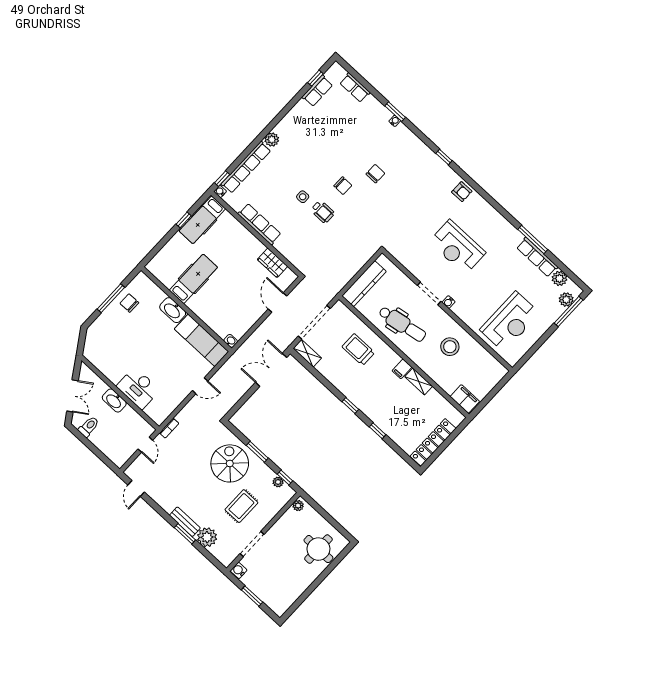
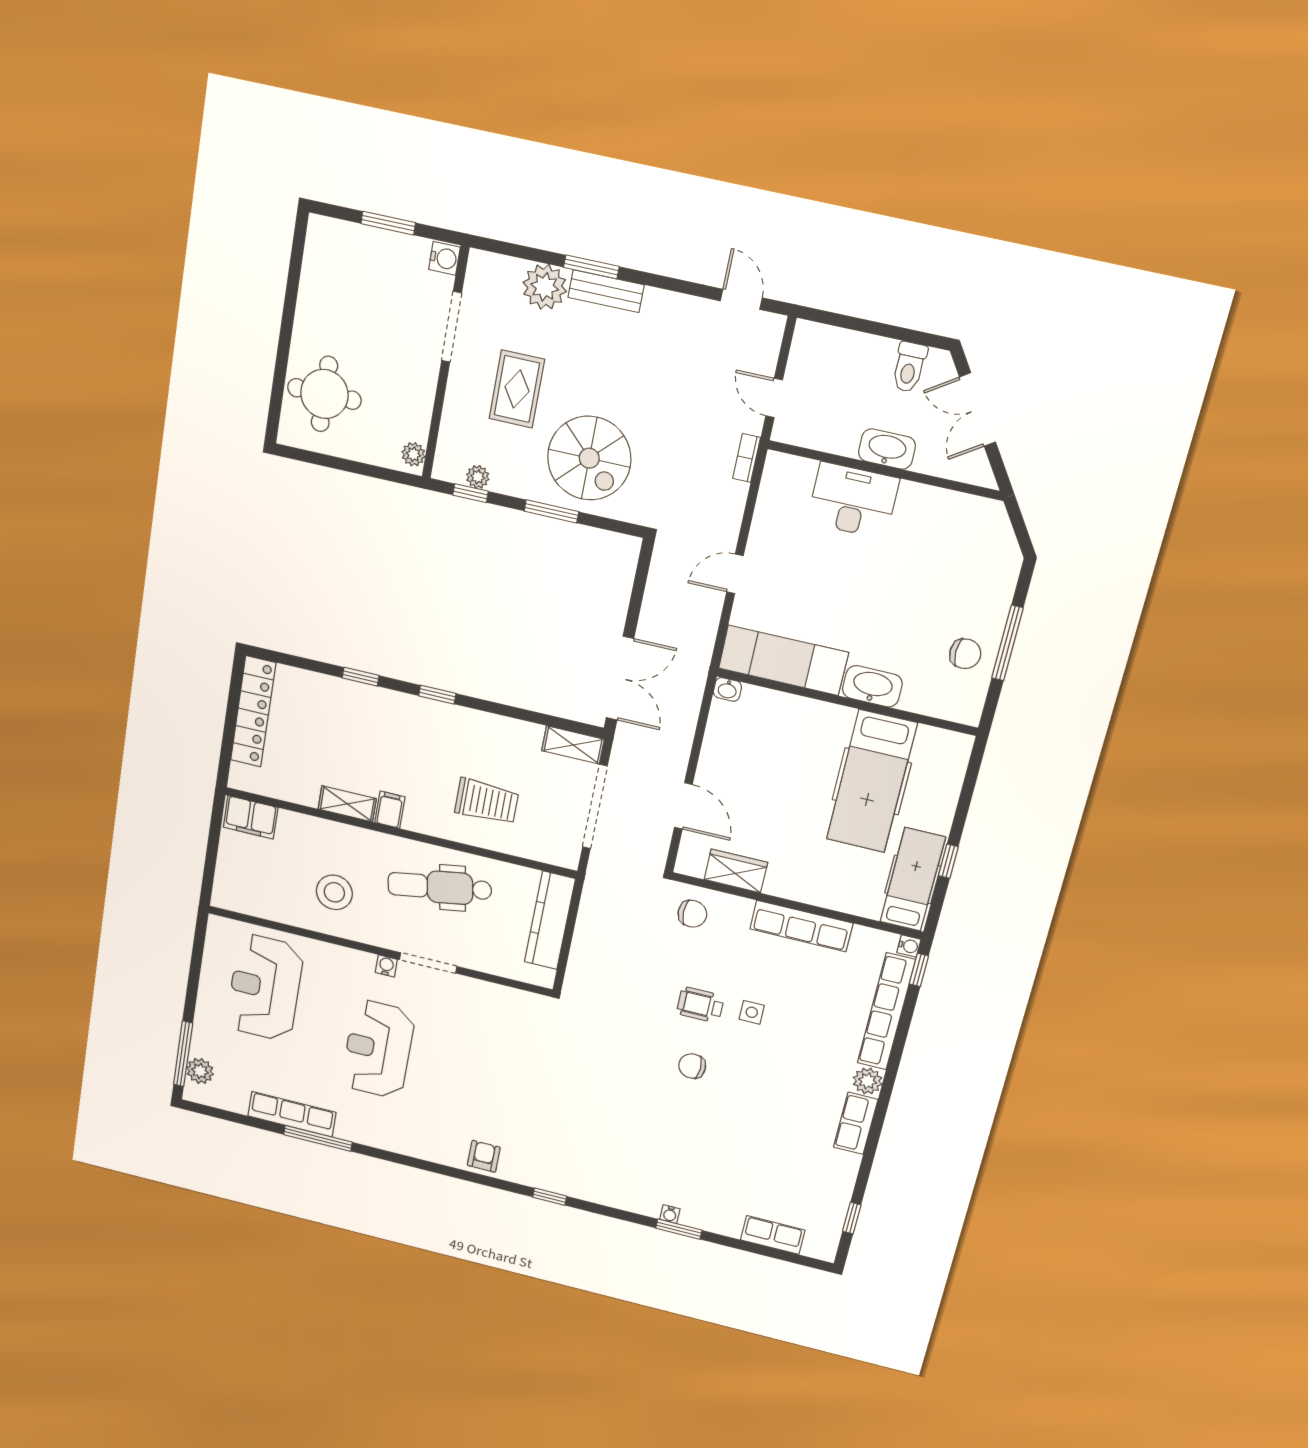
row of seats: (317, 91) -> (856, 1123), moved
chair: (375, 174) -> (692, 914), moved, turned -90
armchair: (462, 192) -> (484, 1156), turned 90
reception desk: (457, 247) -> (378, 1049), moved, turned -90
plant: (559, 278) -> (234, 1099), removed
hospital bed: (193, 279) -> (872, 781), width x1.37, depth x1.29

